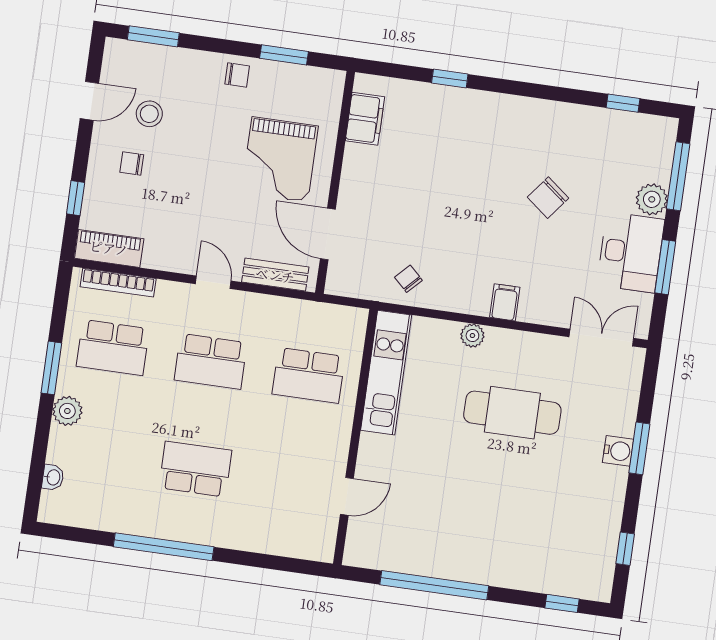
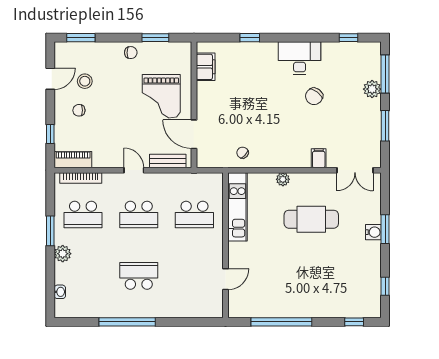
desk: (631, 252) -> (300, 58), moved, turned -90
filing cabinet: (505, 302) -> (319, 158), moved
double door: (601, 338) -> (355, 170), swing flipped

